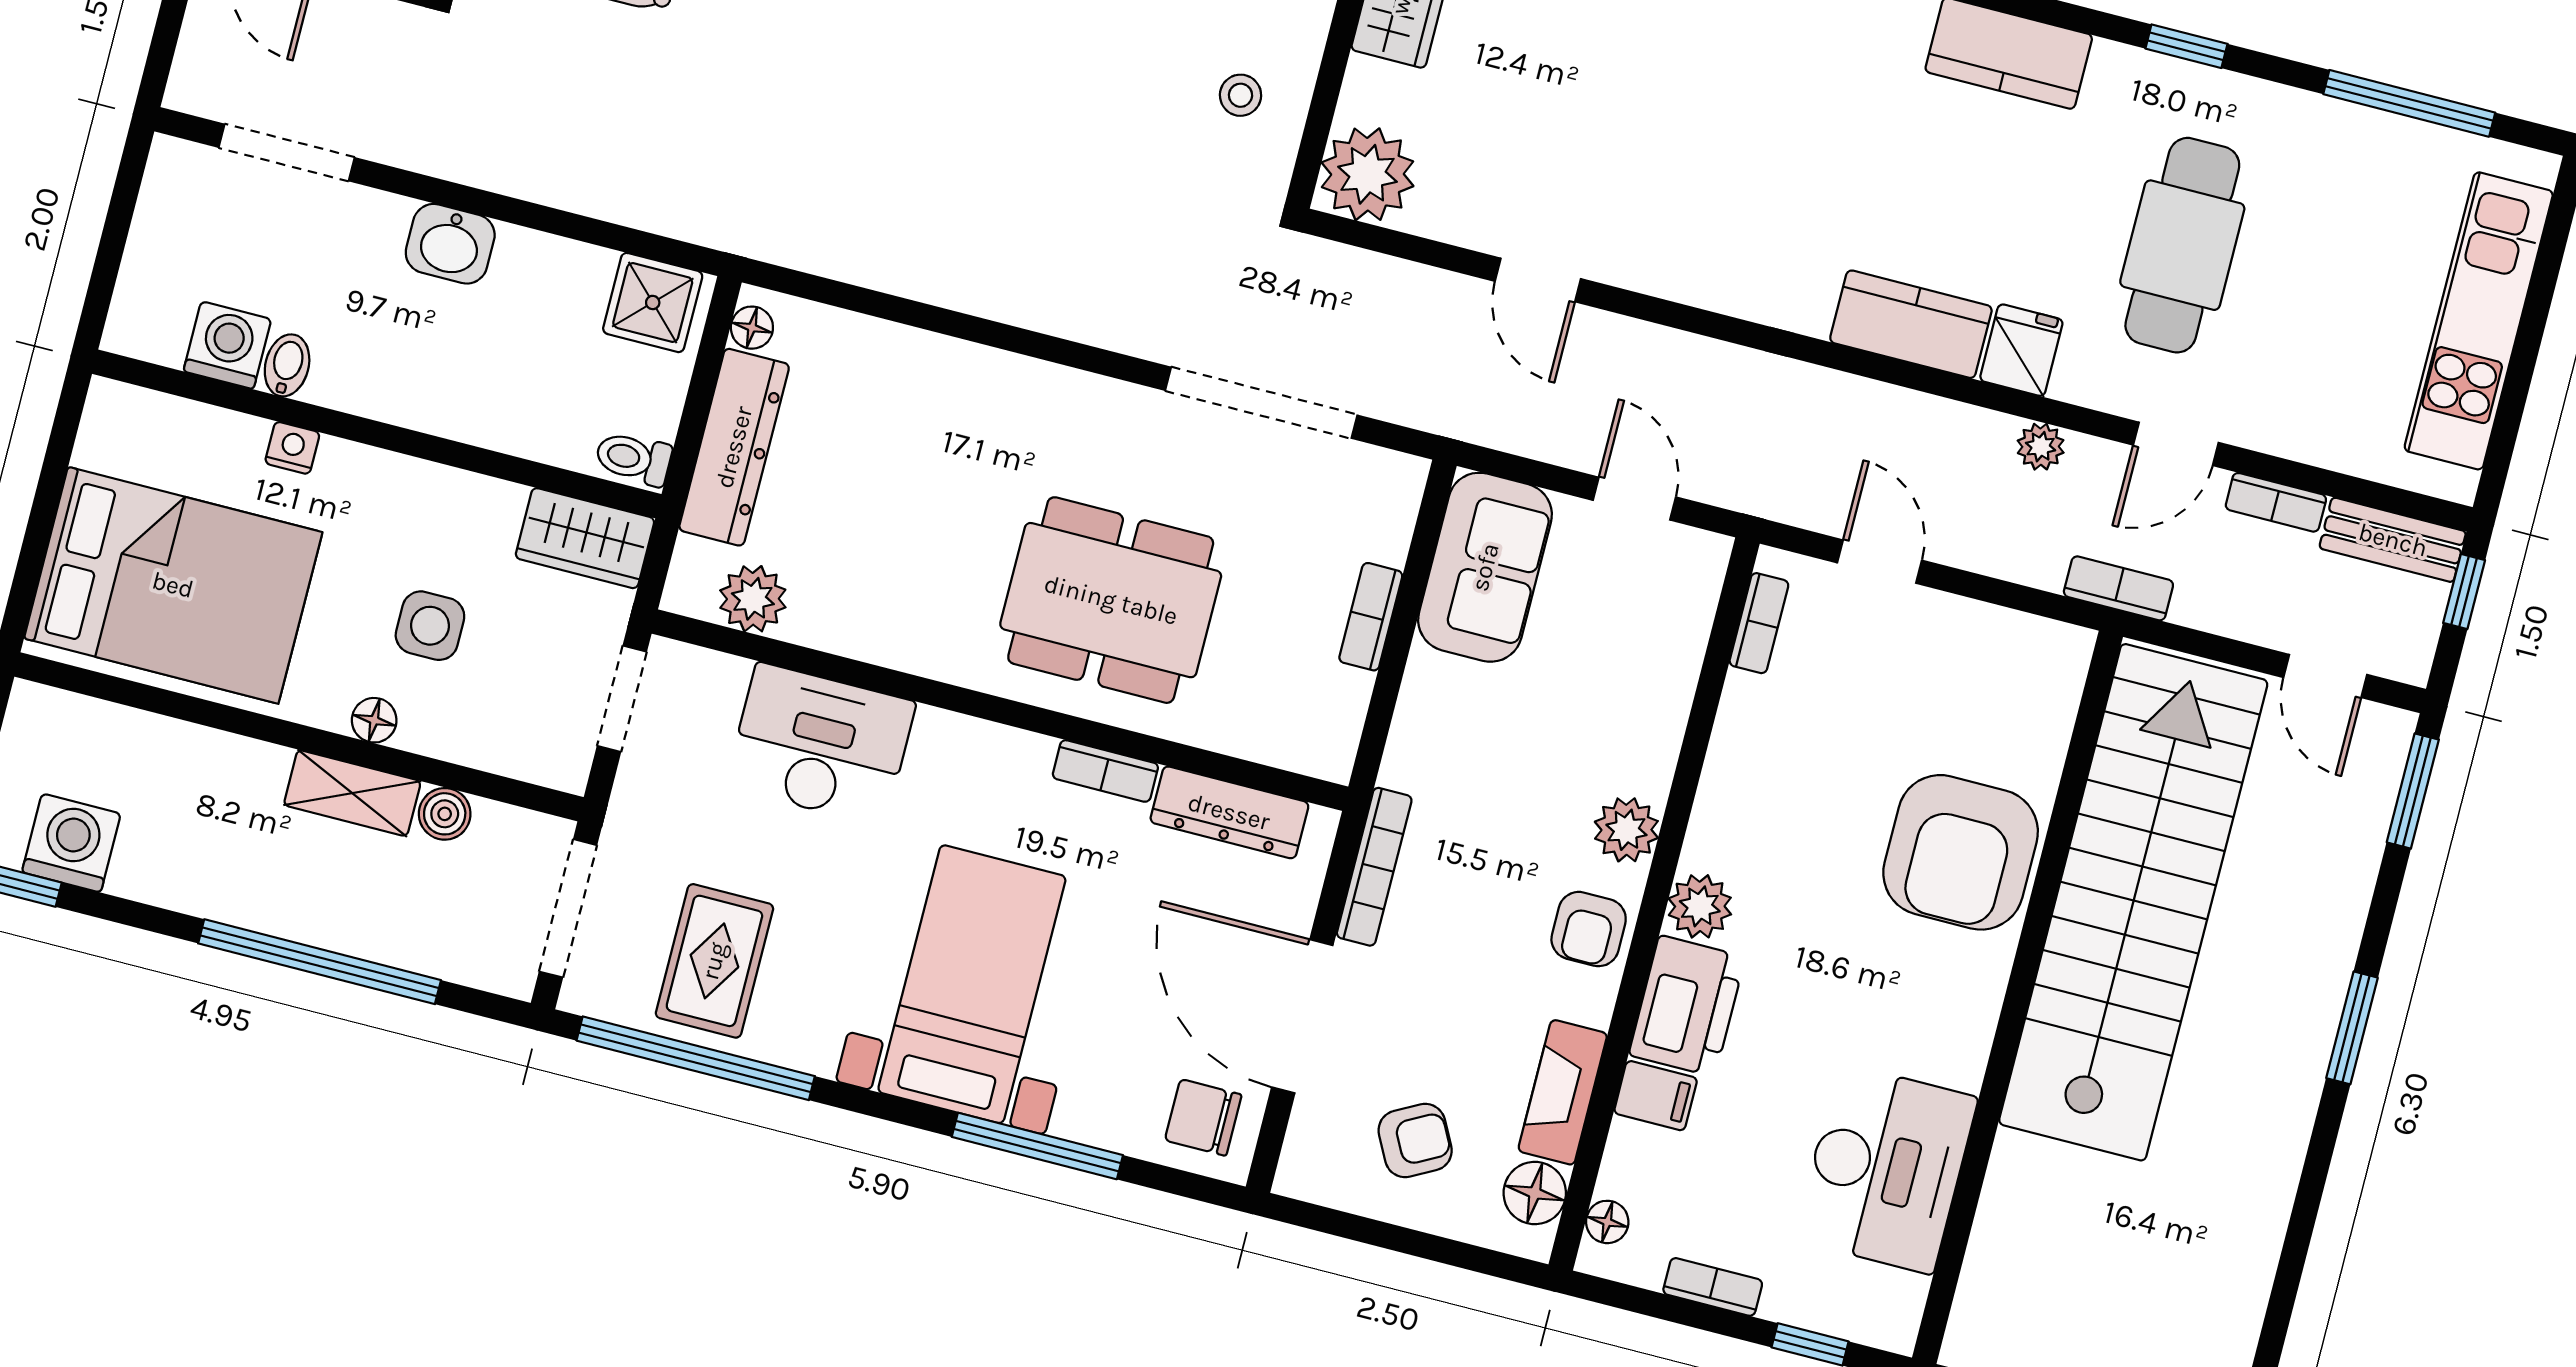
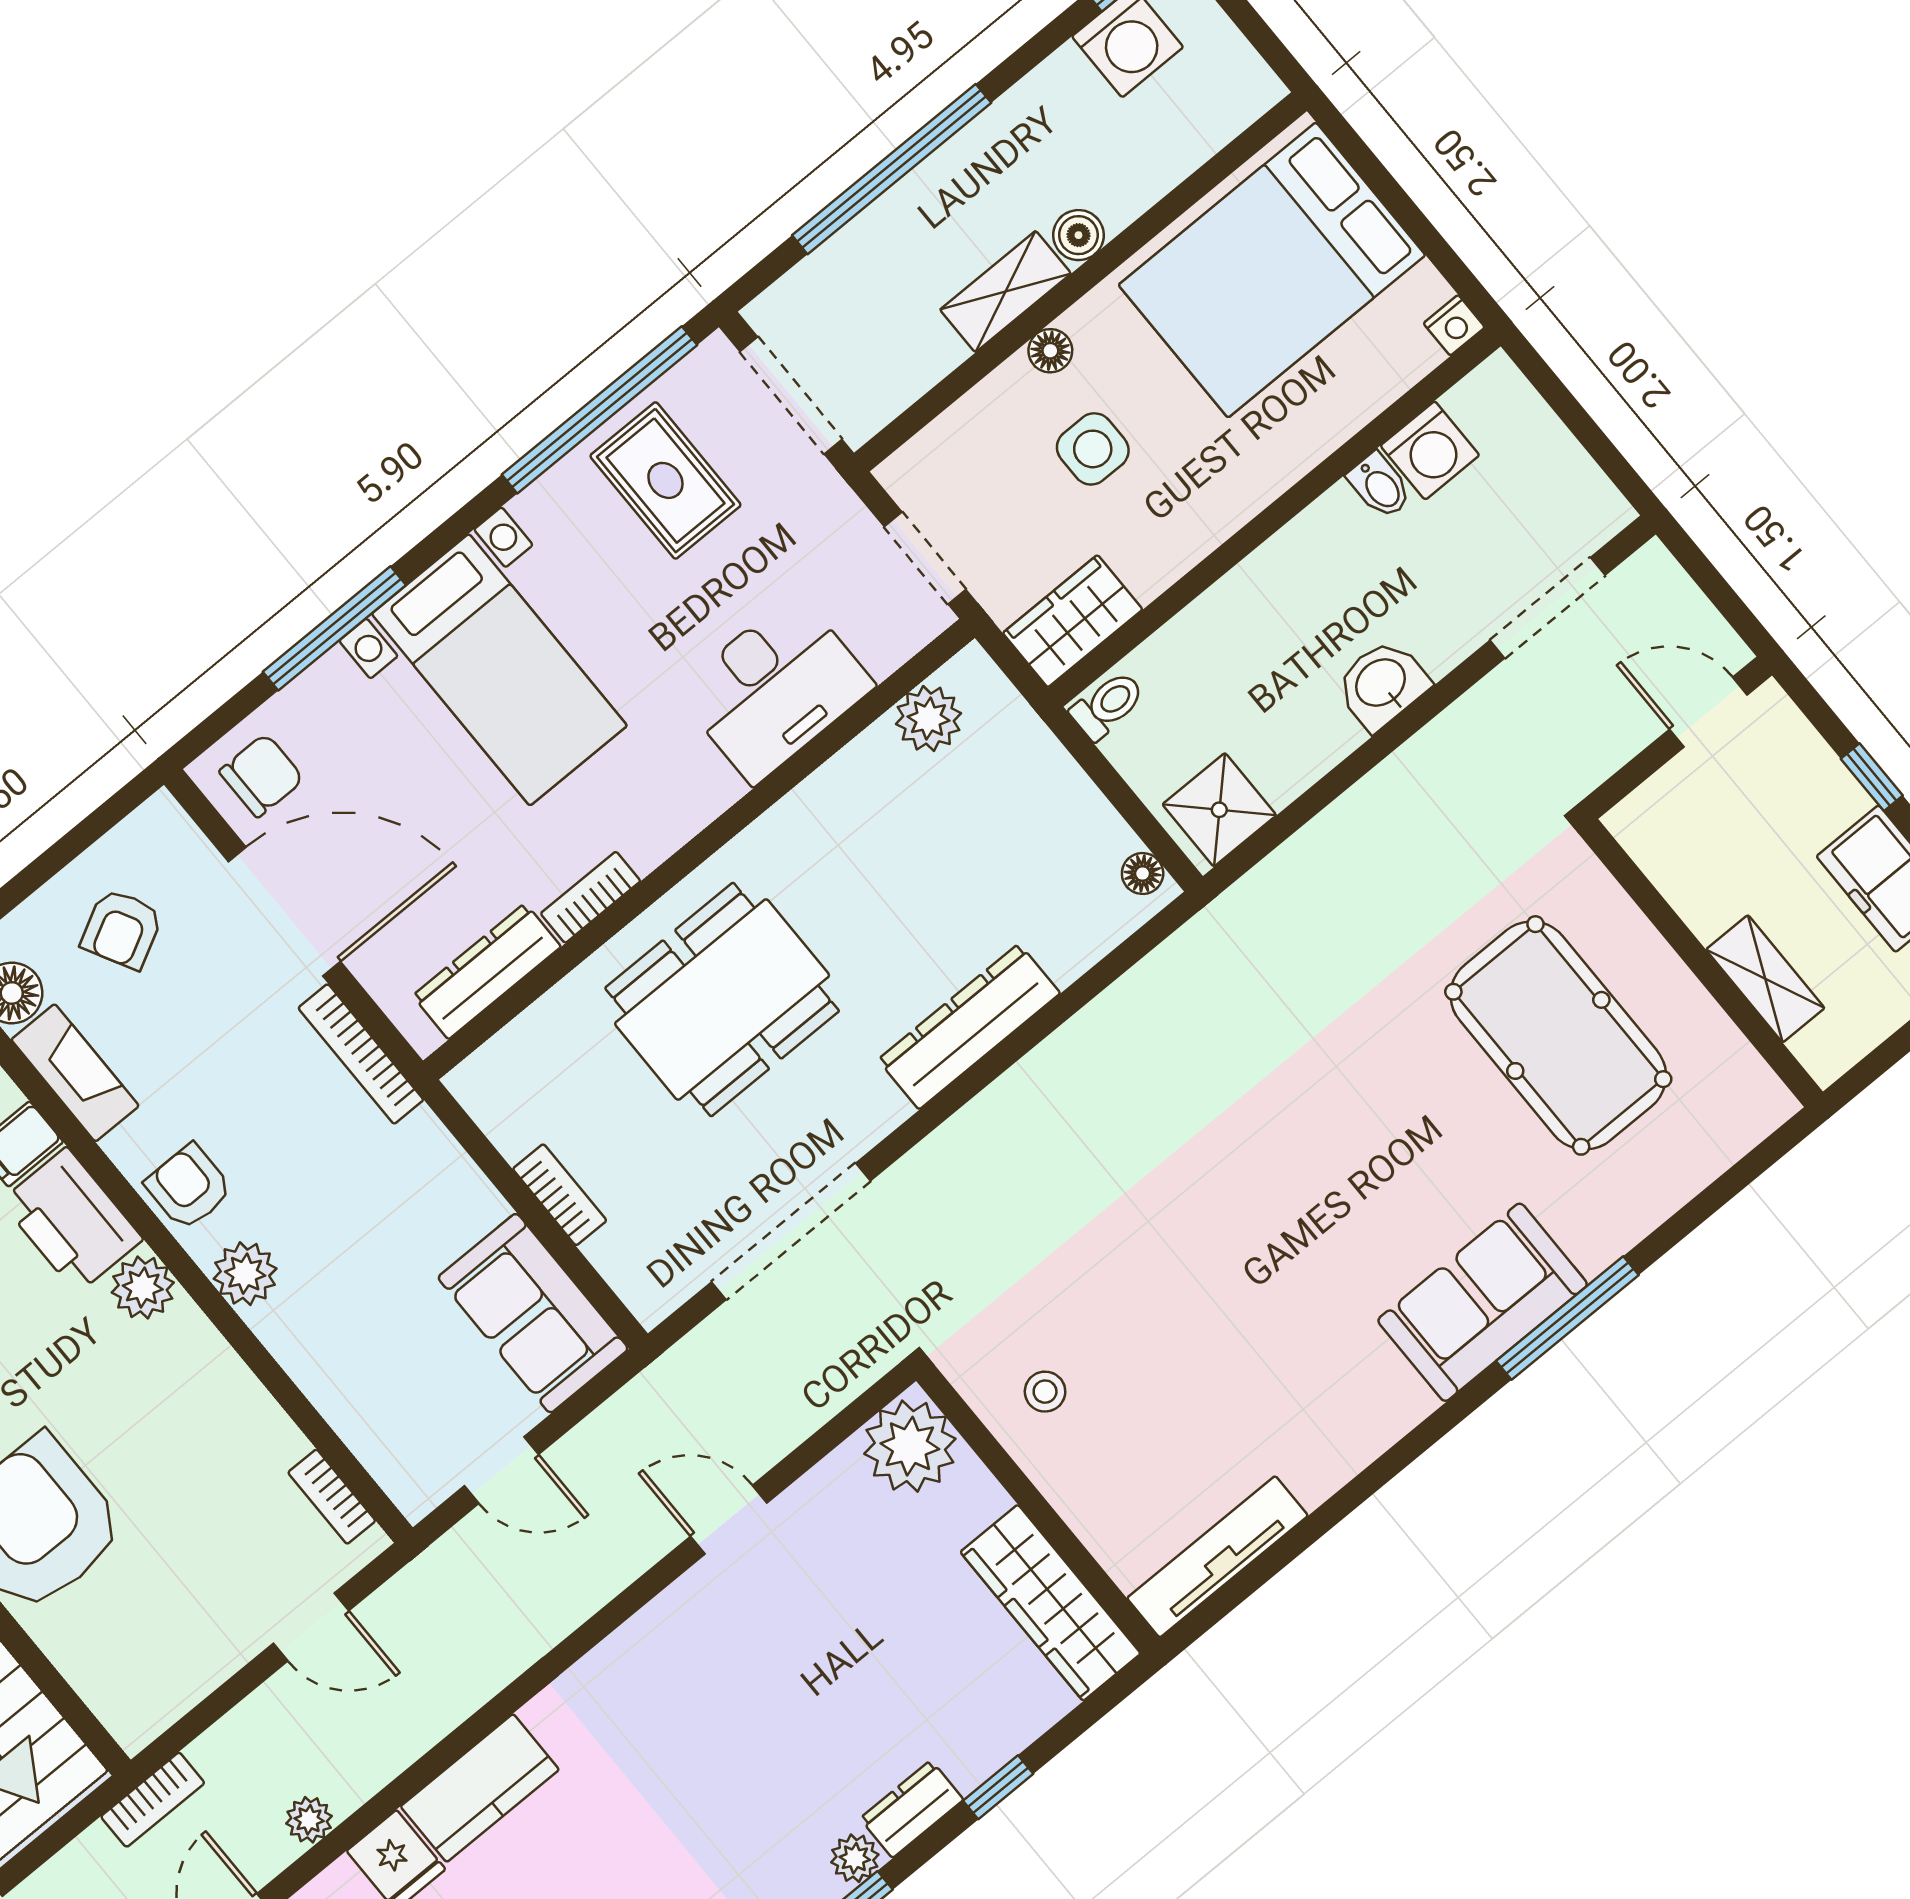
dresser: (734, 447) -> (969, 1026), moved, turned 90
nightstand: (292, 448) -> (1454, 325), moved
boiler: (445, 814) -> (1078, 235), moved

